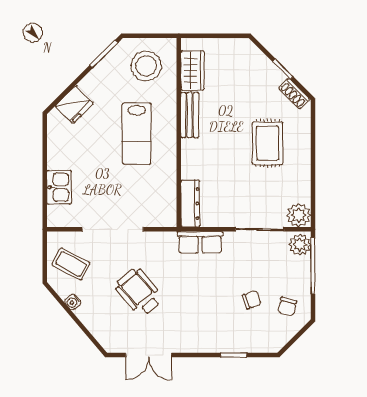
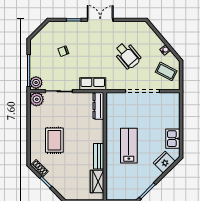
stool: (146, 66) -> (123, 184), removed
kitchen sink: (59, 187) -> (173, 139), moved
chair: (287, 307) -> (43, 47), removed
double door: (149, 355) -> (100, 20), moved

